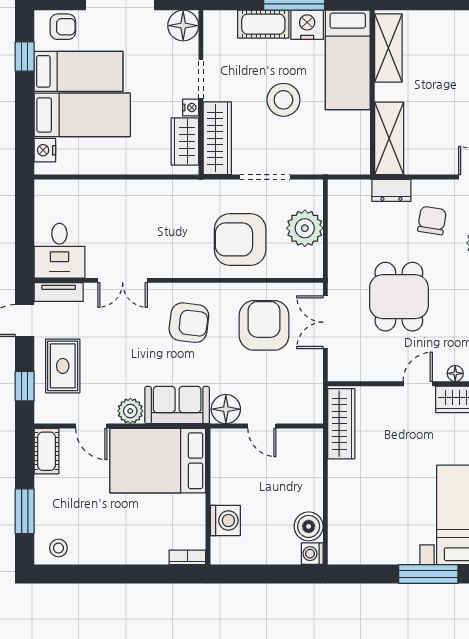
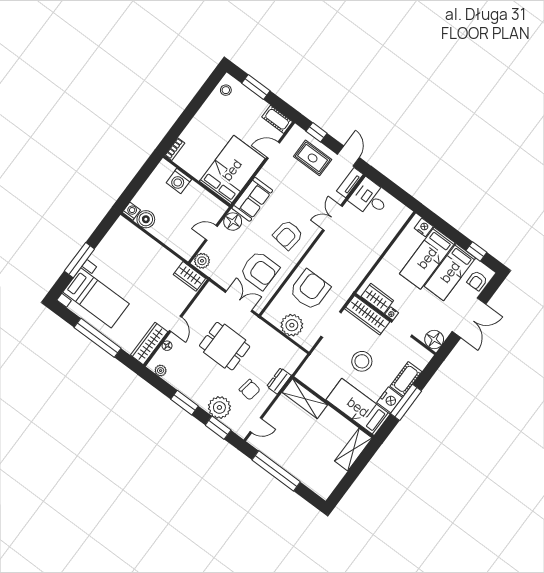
shelving: (388, 48) -> (353, 450), moved, turned 90
plant: (130, 411) -> (202, 261), moved
wardrobe: (341, 424) -> (189, 276), width x0.67

